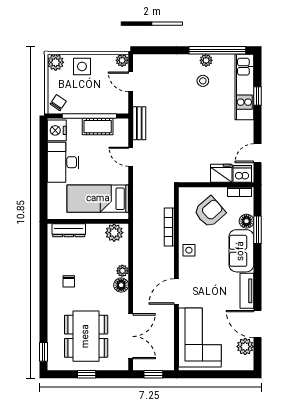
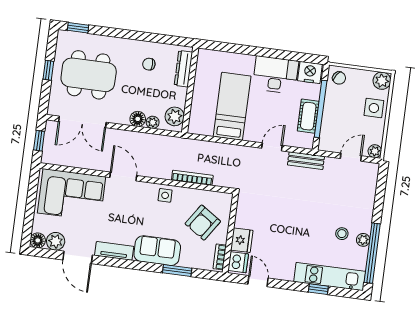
armchair: (210, 212) -> (203, 223), turned 75
wall: (88, 221) -> (190, 90), moved
floor lamp: (246, 221) -> (38, 240), moved
dresser: (69, 230) -> (183, 69), moved
plant: (114, 233) -> (175, 116), moved
door: (257, 324) -> (78, 257), swing flipped

